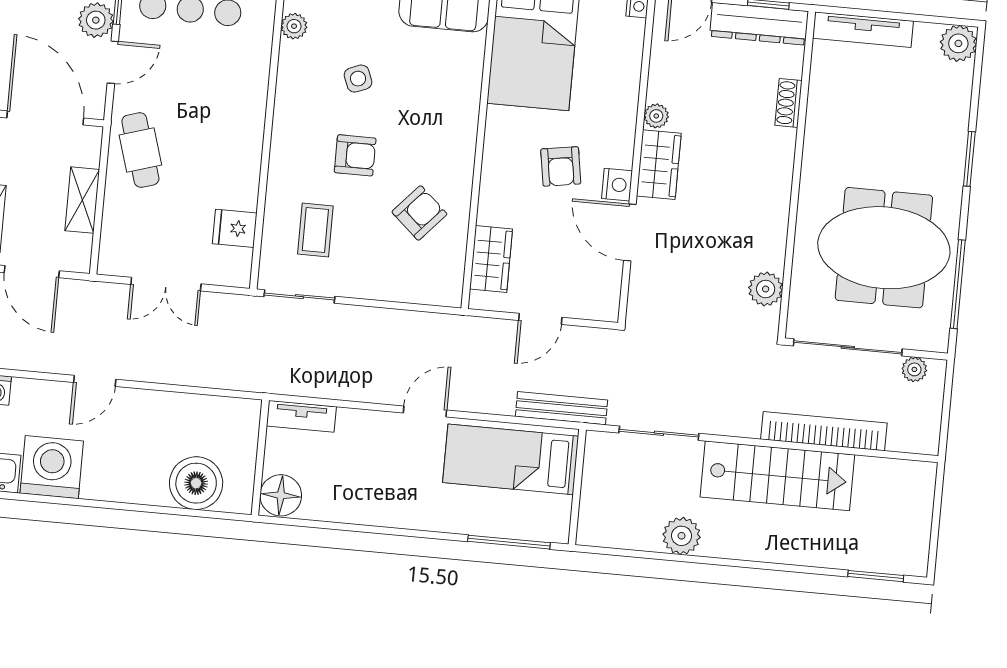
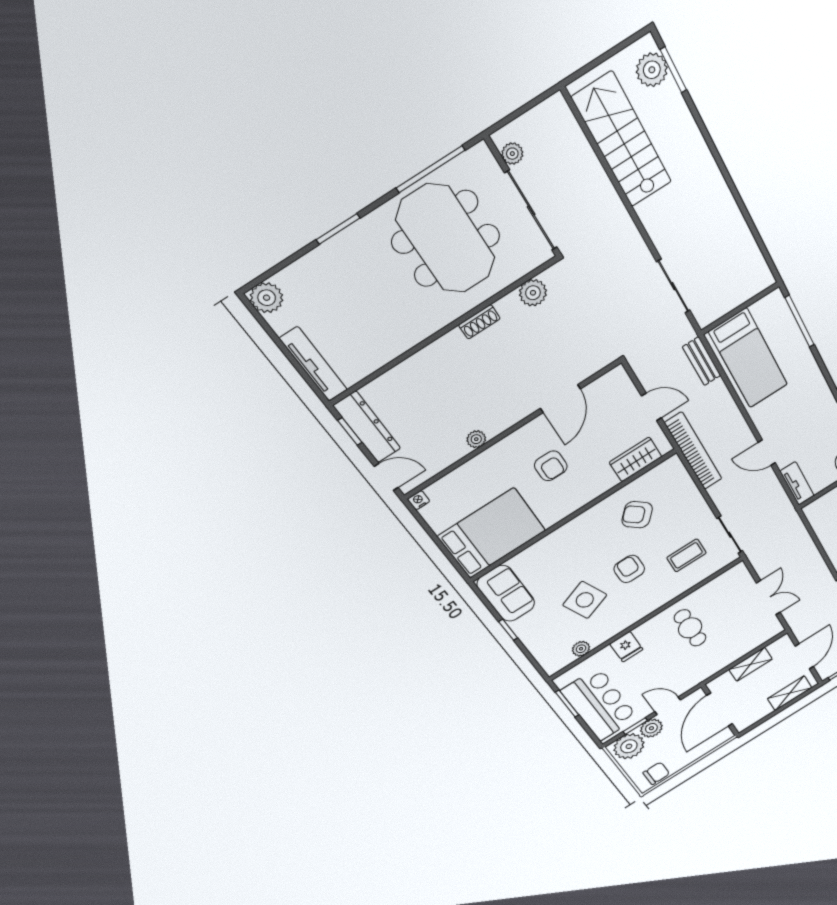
side table: (358, 79) -> (585, 600), width x1.87, depth x1.87
shoe rack: (789, 103) -> (479, 322), moved
cafe table: (140, 150) -> (690, 628), moved, turned -73
wardrobe: (659, 165) -> (505, 415), removed
armchair: (561, 166) -> (551, 466), turned 99
nightstand: (617, 185) -> (537, 428), removed
fridge: (235, 228) -> (626, 647), moved
bench: (561, 408) -> (702, 361), width x0.73
door: (425, 412) -> (767, 453), moved
bookcase: (824, 431) -> (693, 451), moved, turned 180
stairs: (777, 476) -> (622, 140), moved
plant: (682, 536) -> (652, 70), moved

